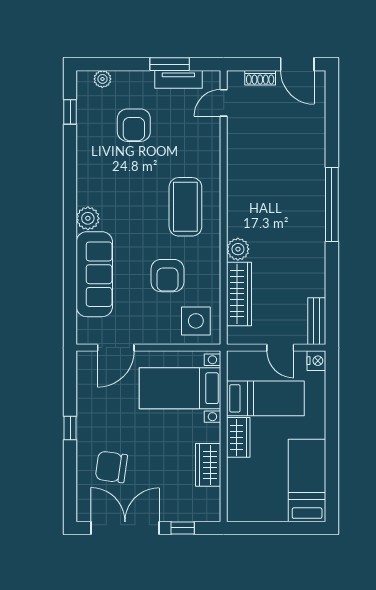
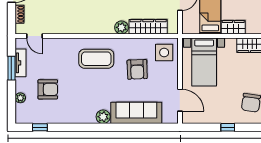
plant: (102, 79) -> (20, 98), moved
armchair: (167, 276) -> (137, 69), turned 88

